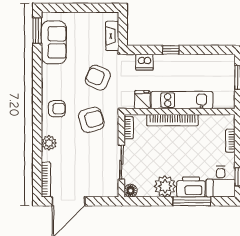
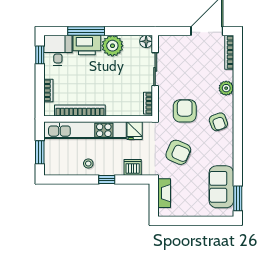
stool: (190, 66) -> (88, 164), added
kitchen unit: (182, 100) -> (85, 130), width x1.36
armchair: (57, 109) -> (218, 122), turned -110
armchair: (91, 120) -> (185, 111), turned 106
bookcase: (172, 120) -> (80, 110), moved

